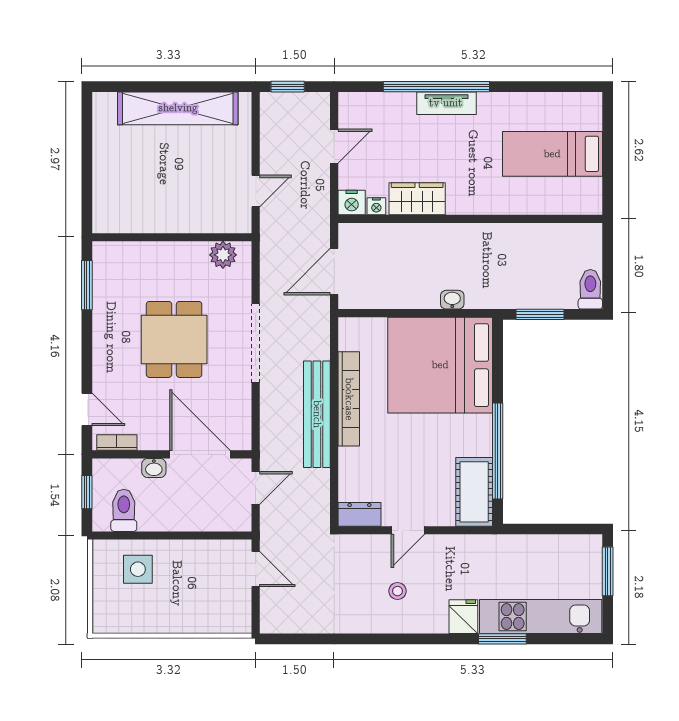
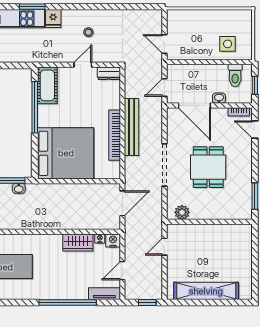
tv unit: (446, 103) -> (104, 294), moved
washbasin: (452, 300) -> (19, 188), moved

